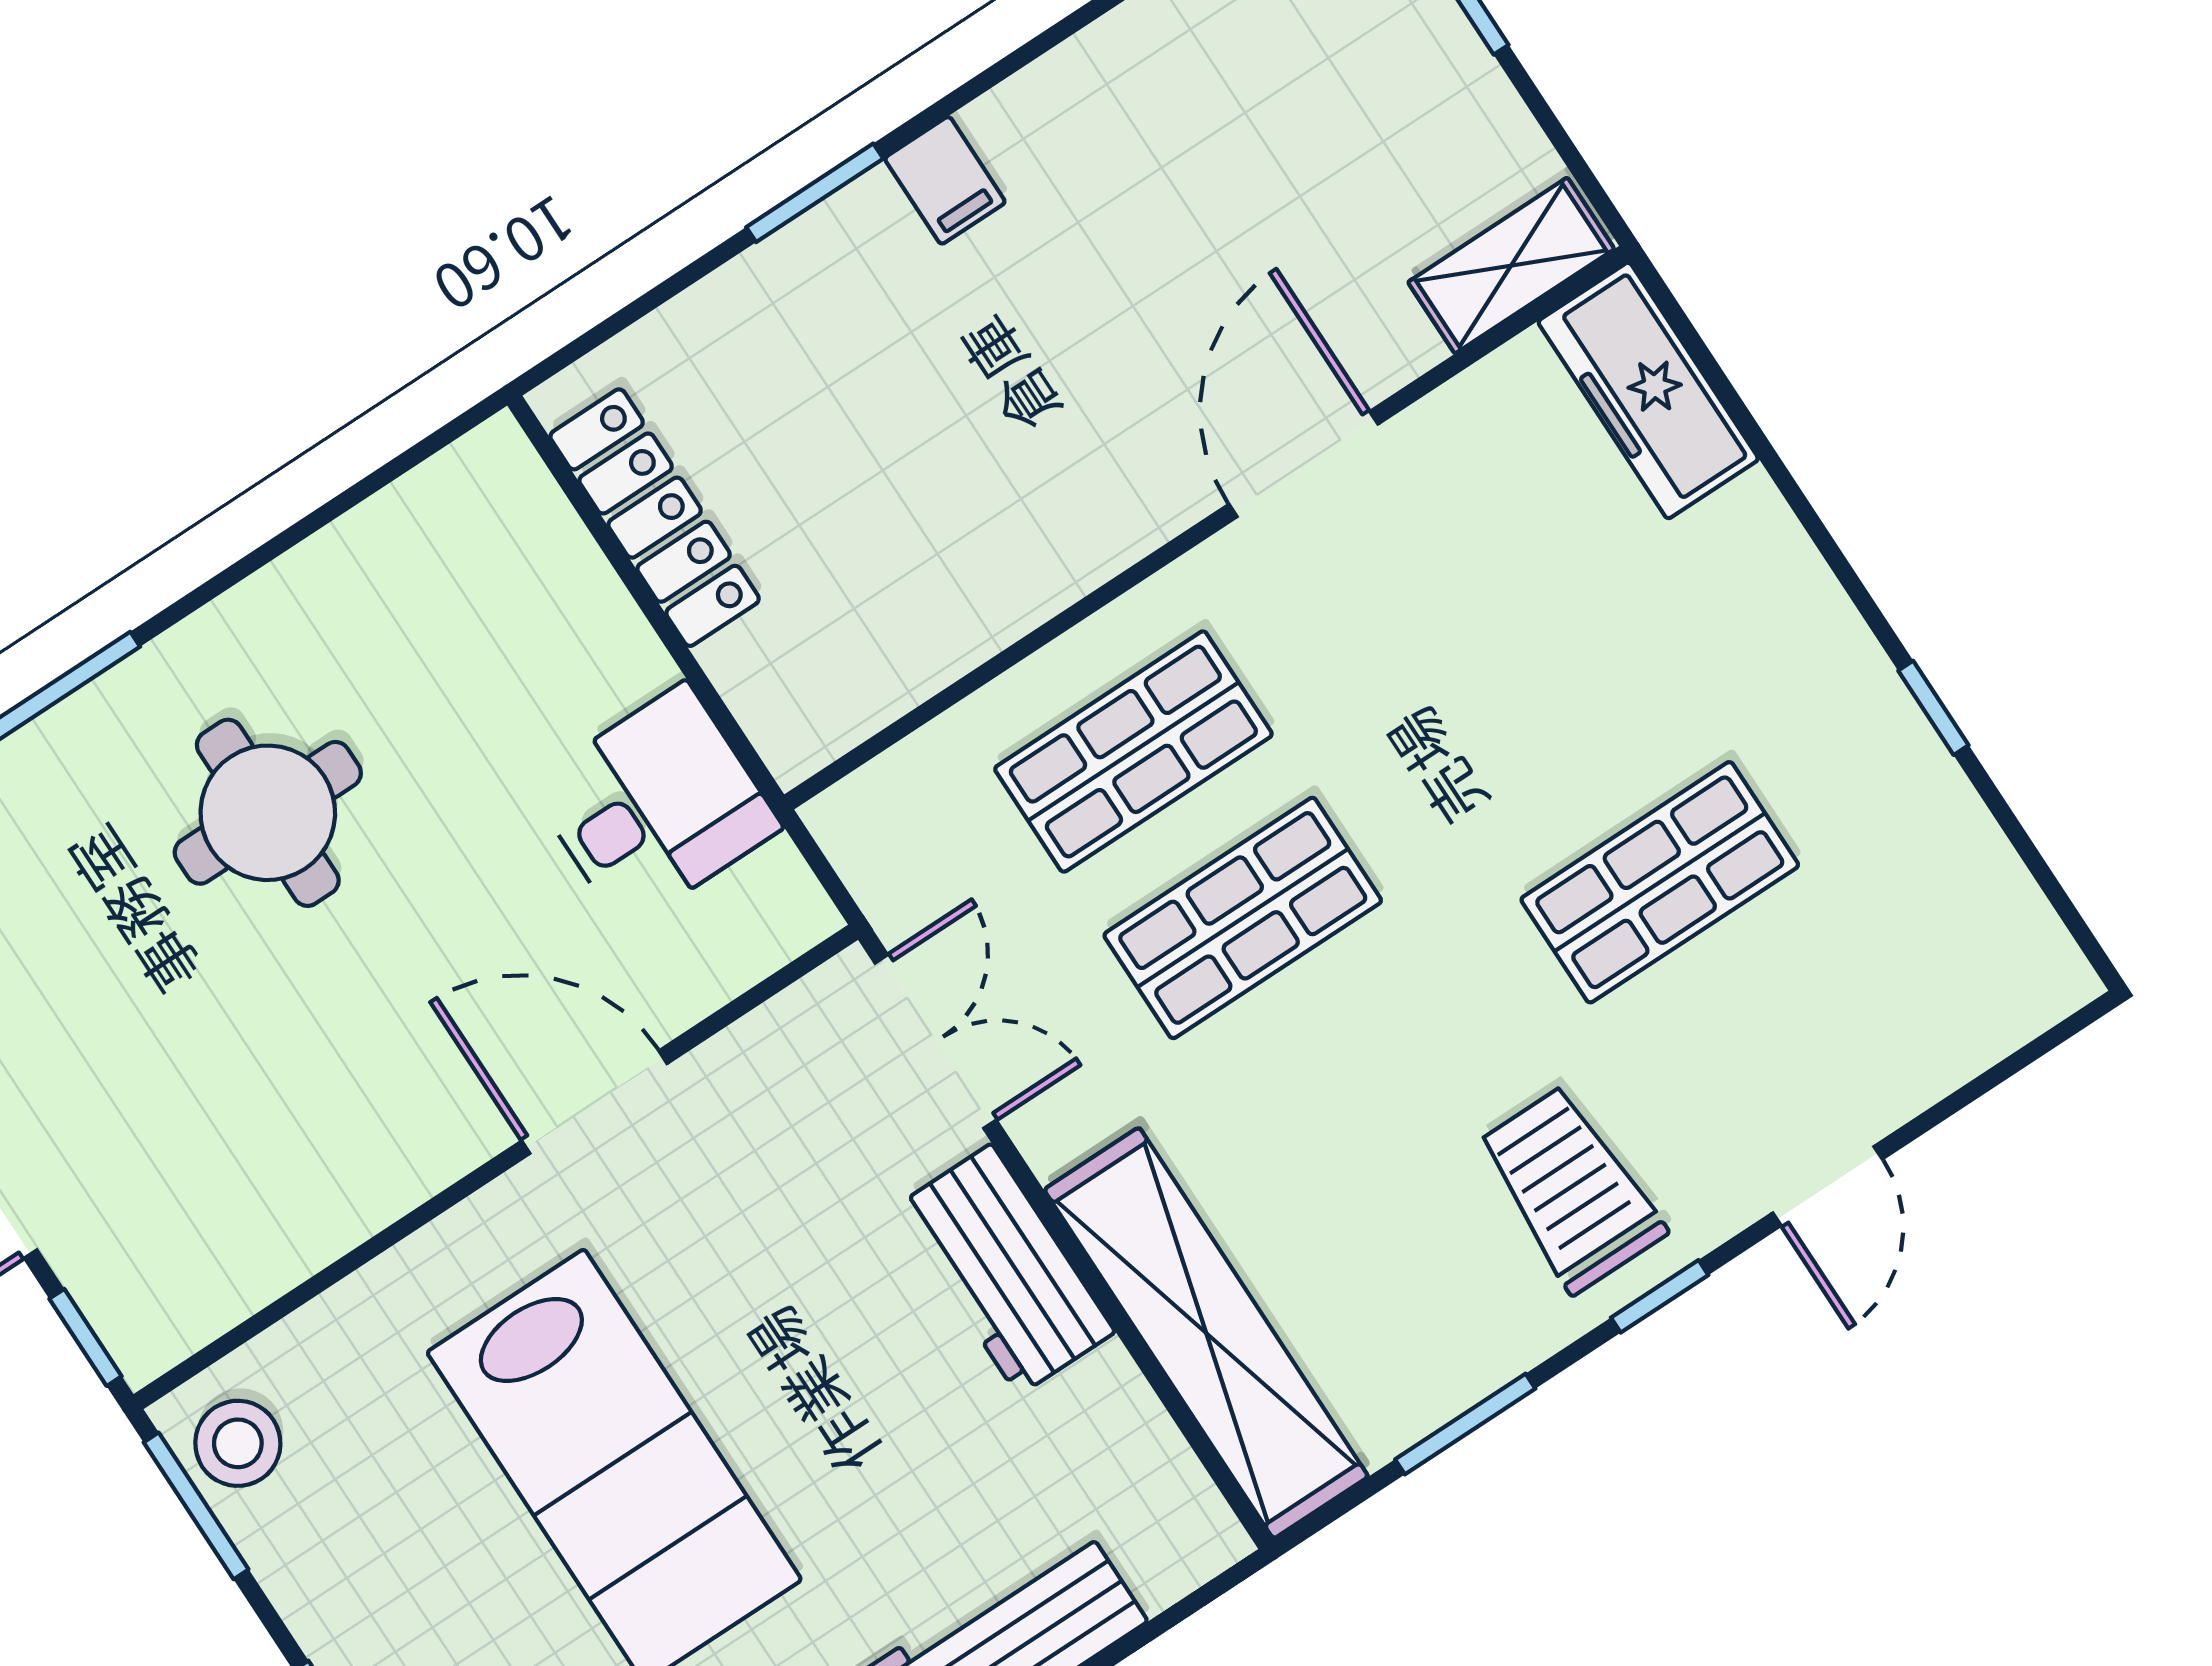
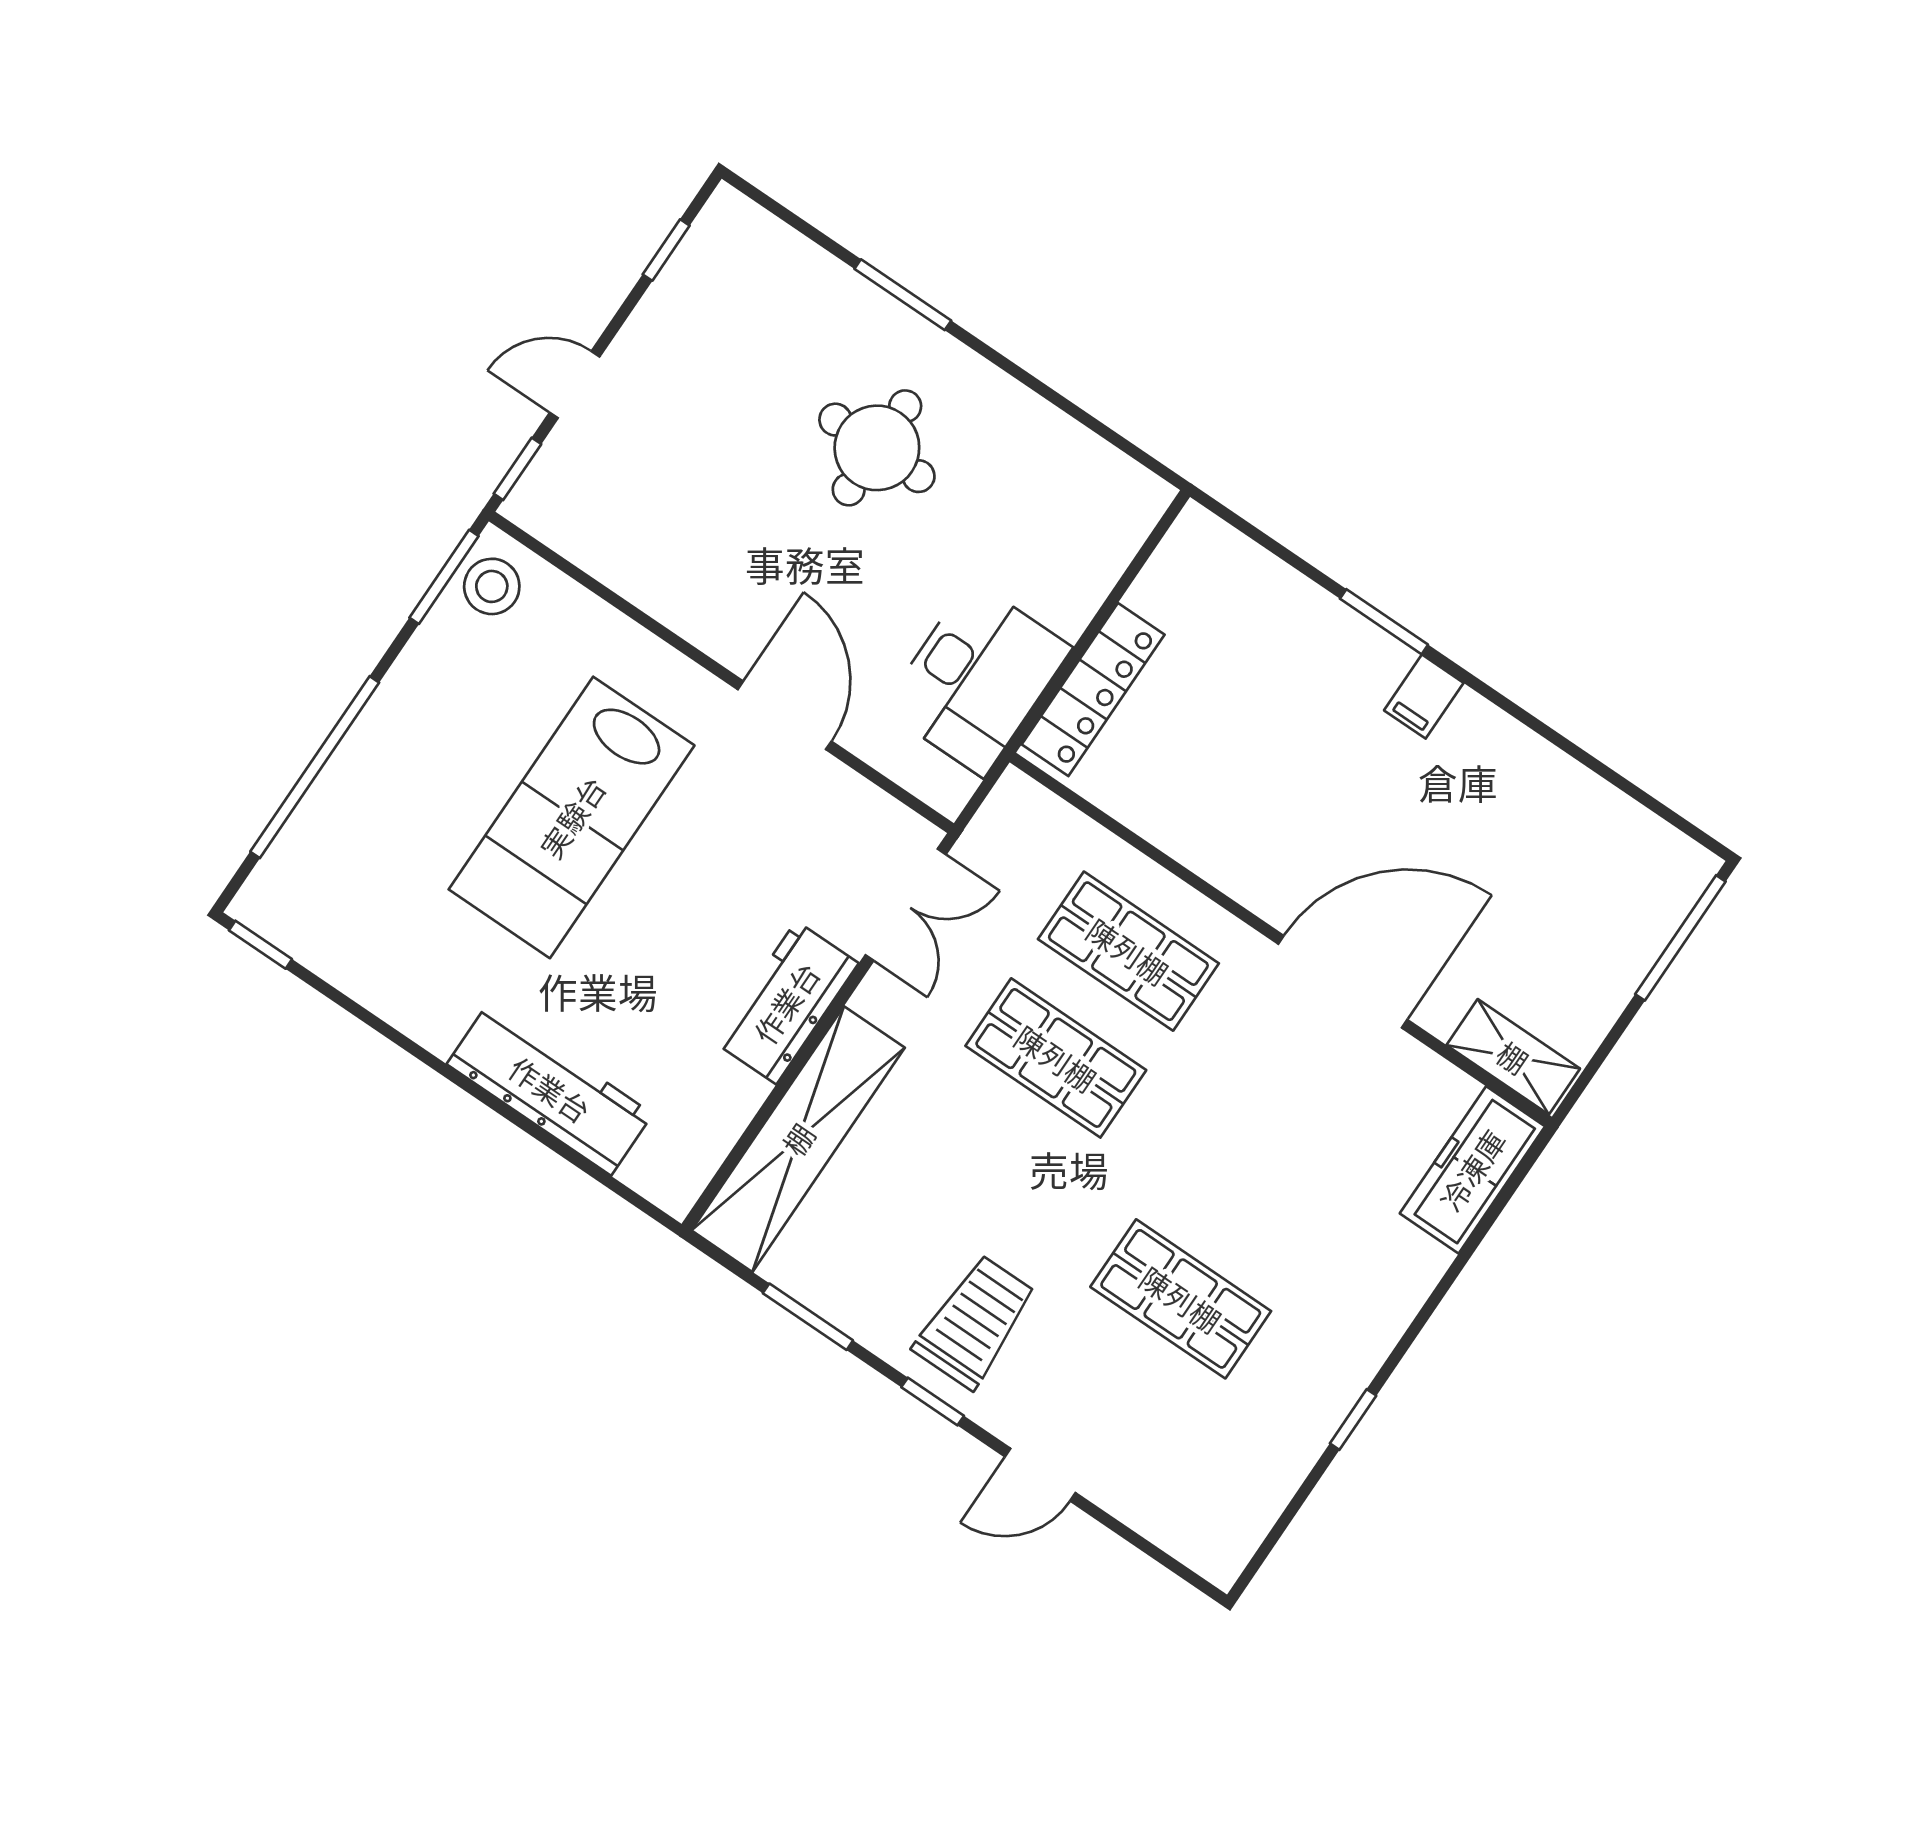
door: (1303, 464) -> (1343, 982), width x1.36
locker: (655, 518) -> (1093, 690), moved
desk: (655, 806) -> (977, 678), width x1.37

